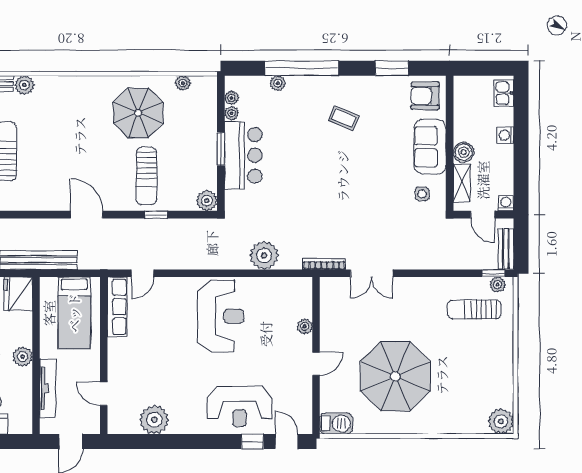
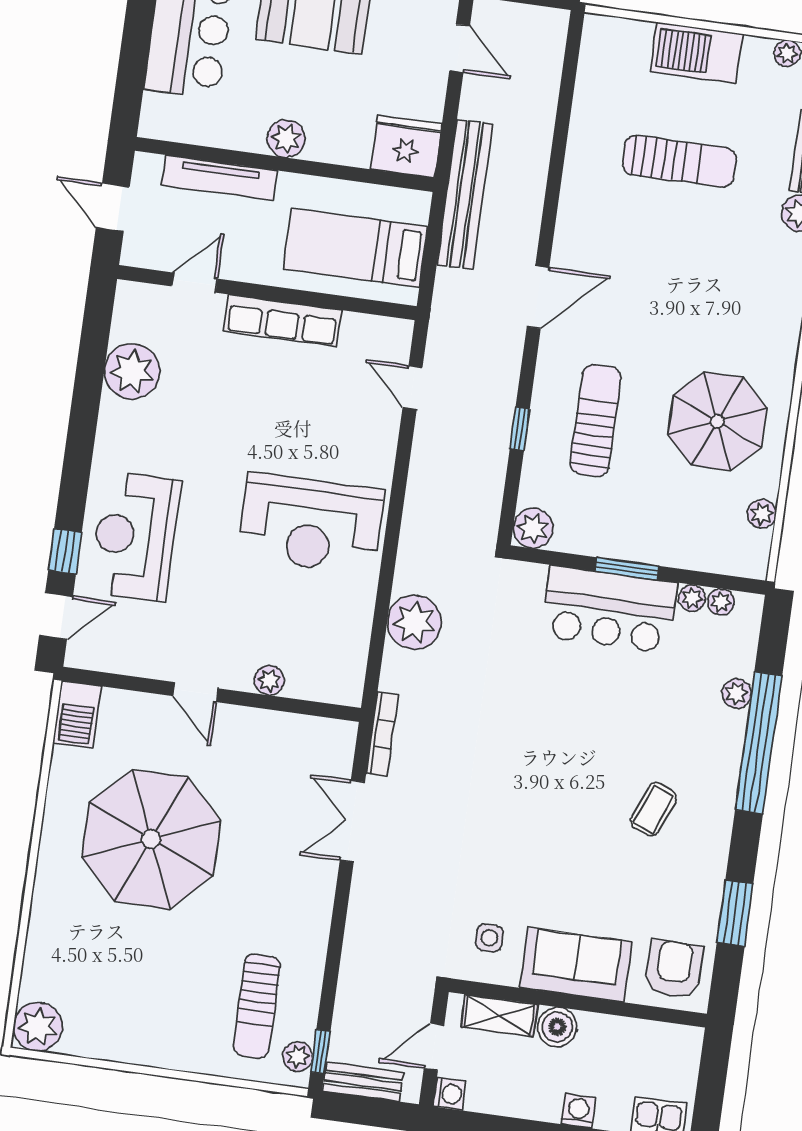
sun lounger: (146, 176) -> (596, 421), turned 90
row of seats: (117, 307) -> (283, 320), moved
sun lounger: (474, 309) -> (257, 1006), turned 180

